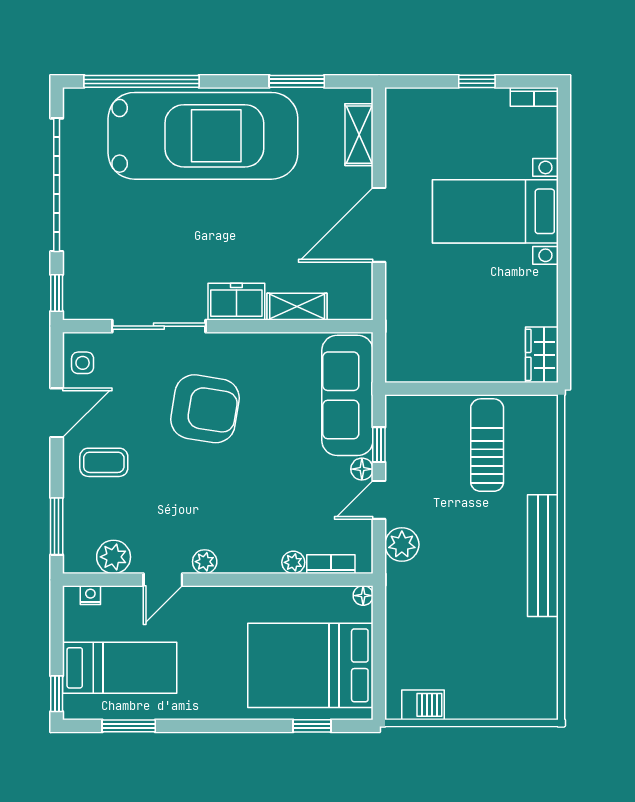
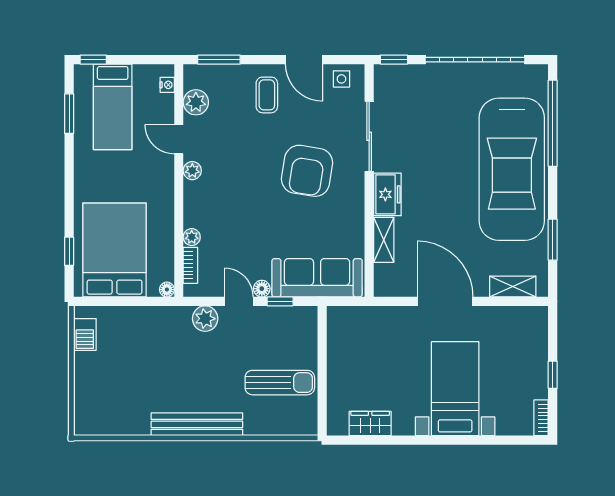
wardrobe: (542, 355) -> (370, 424), moved

